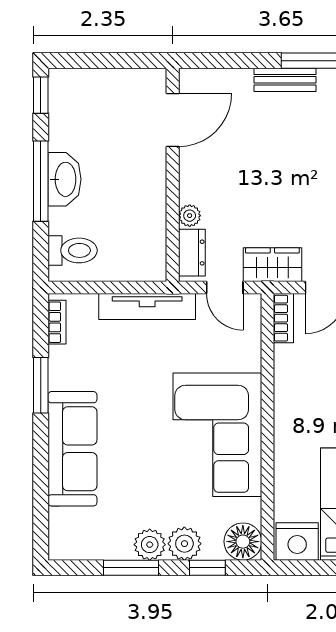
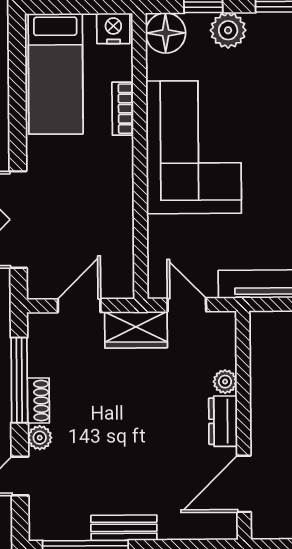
dresser: (192, 253) -> (223, 421), moved
bookcase: (283, 318) -> (123, 109), moved
nightstand: (297, 541) -> (113, 28), width x0.74, depth x0.75
plant: (150, 545) -> (265, 29), removed

